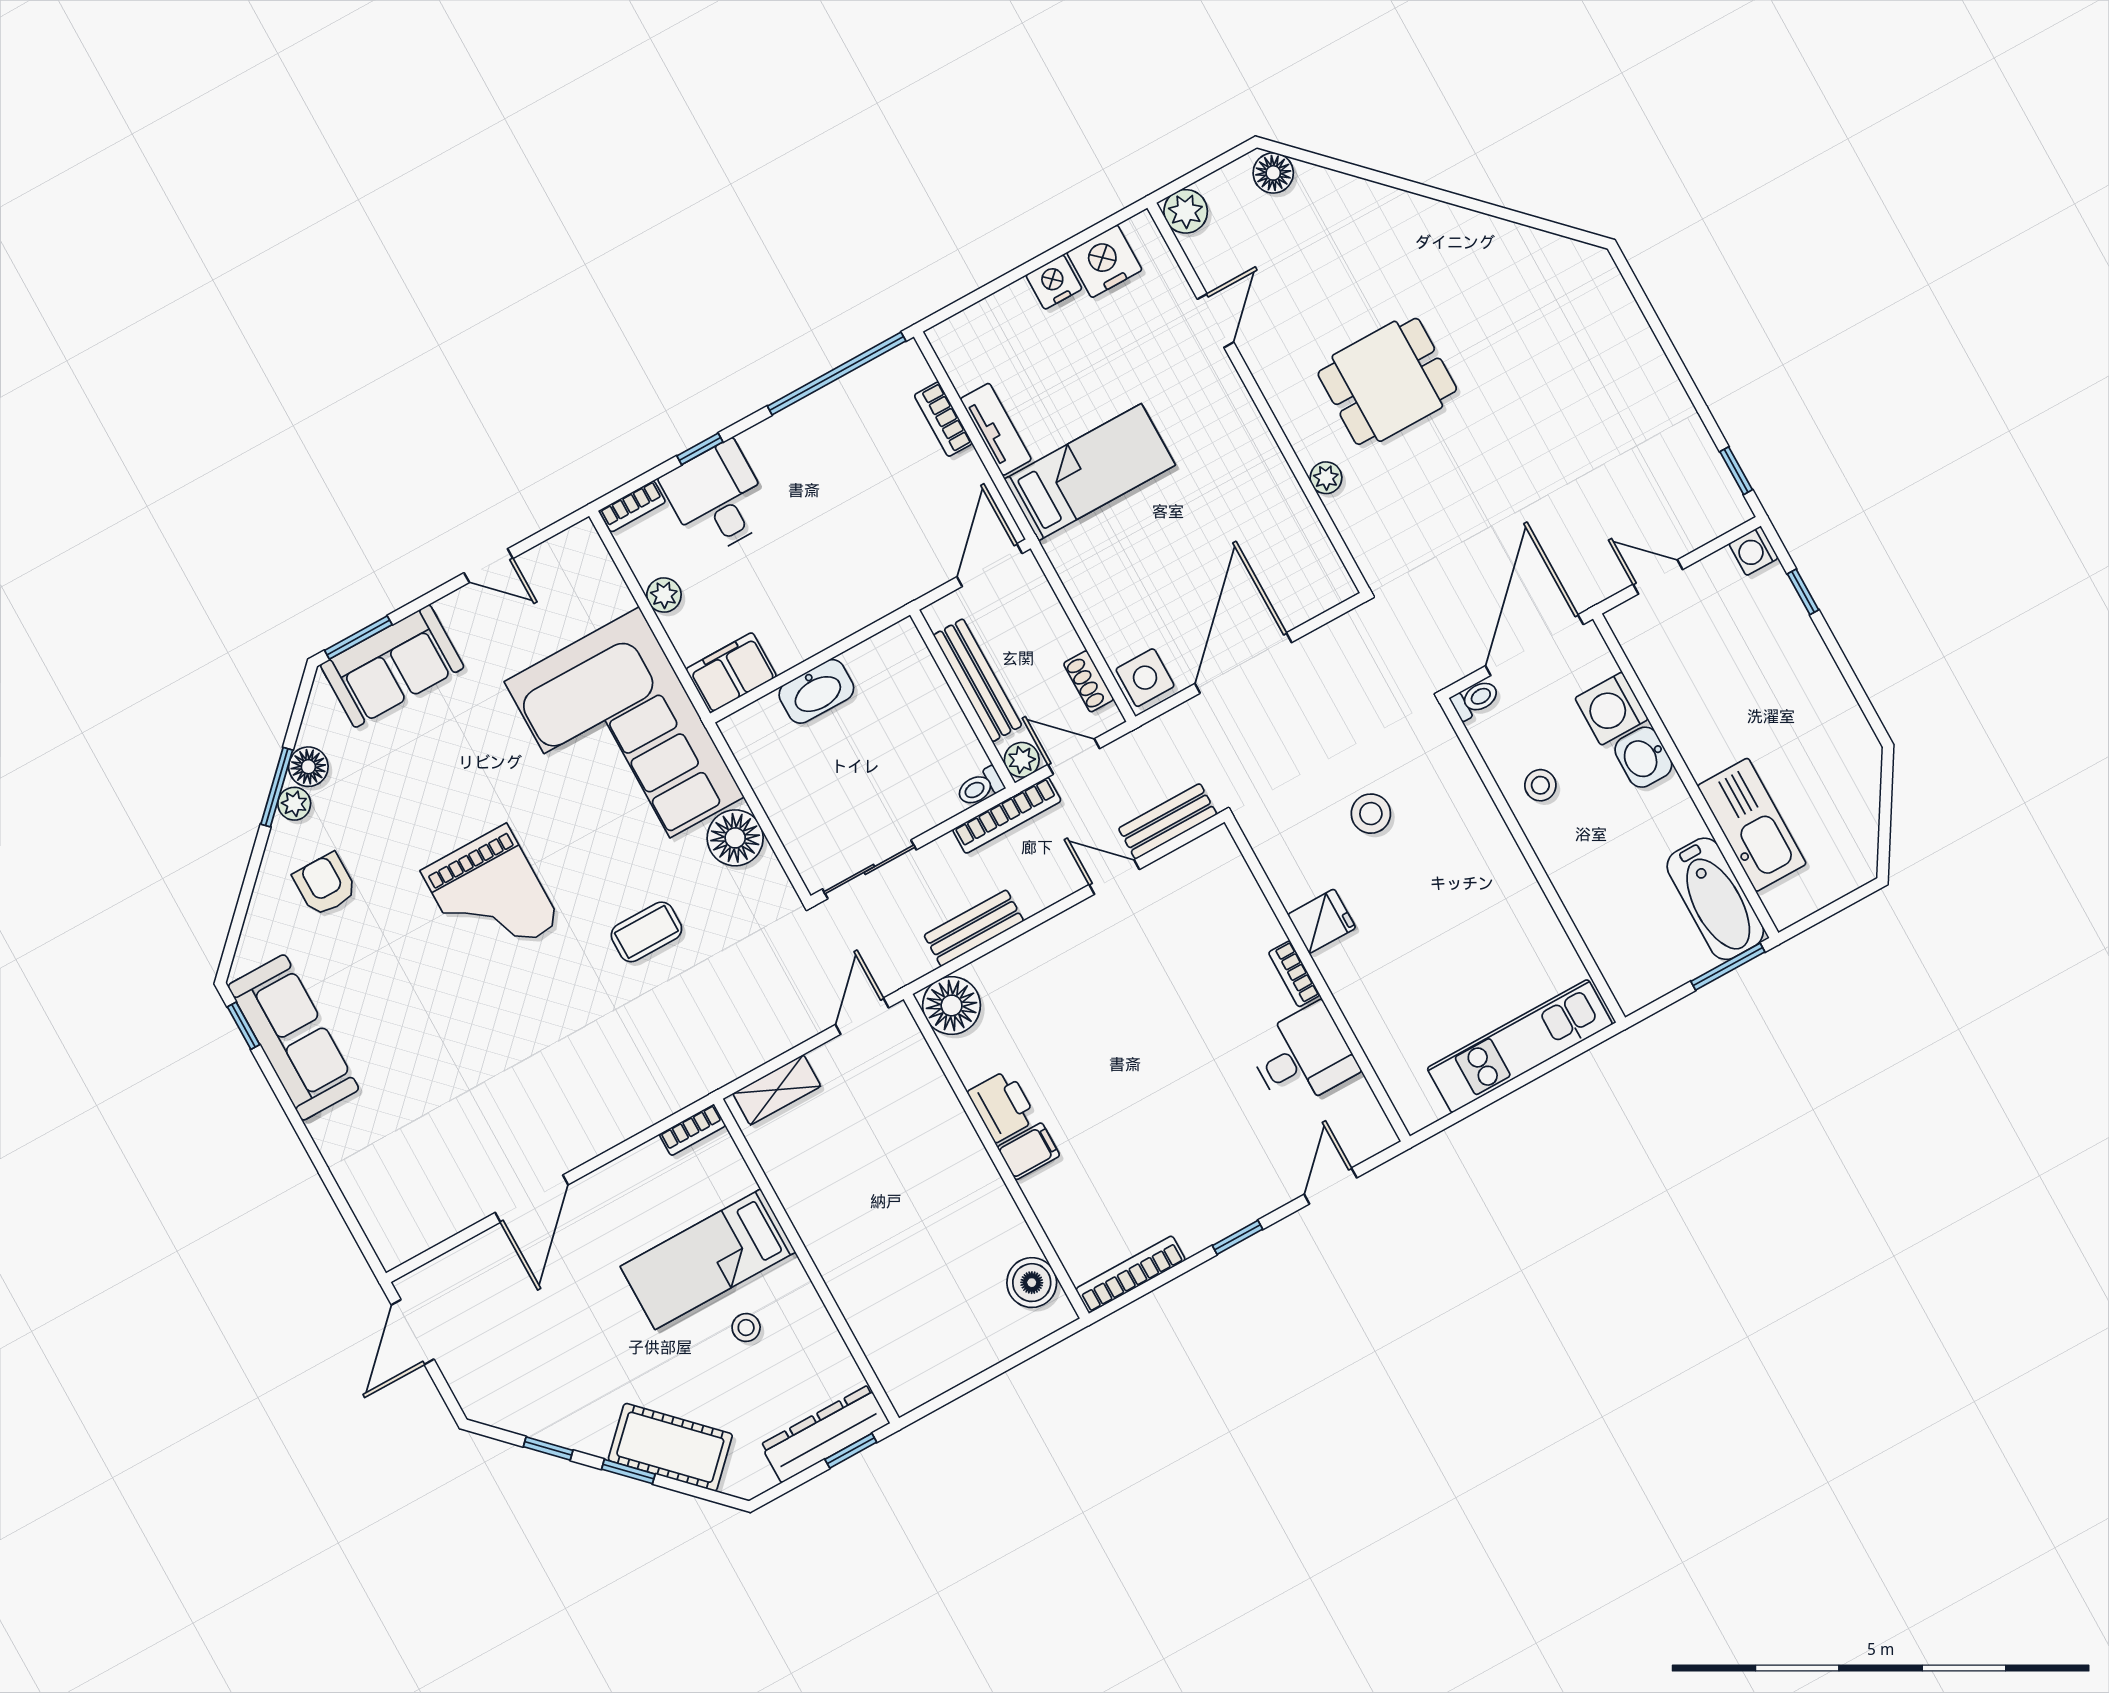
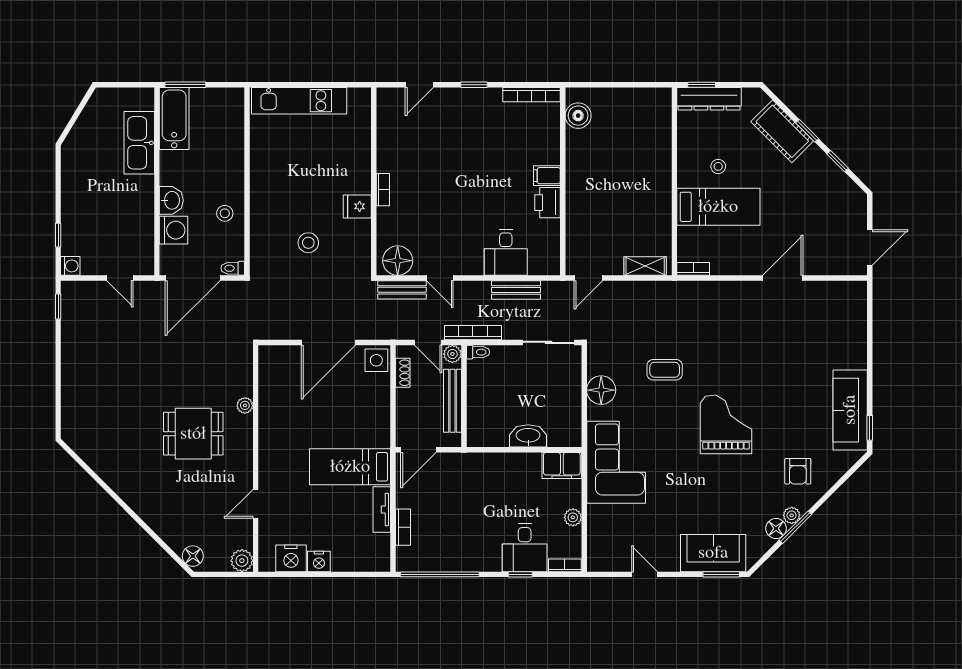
corner sofa: (624, 739) -> (616, 462), width x0.73, depth x0.74
floor lamp: (952, 1005) -> (398, 261), moved
desk: (1303, 1056) -> (506, 252), moved, turned -90

